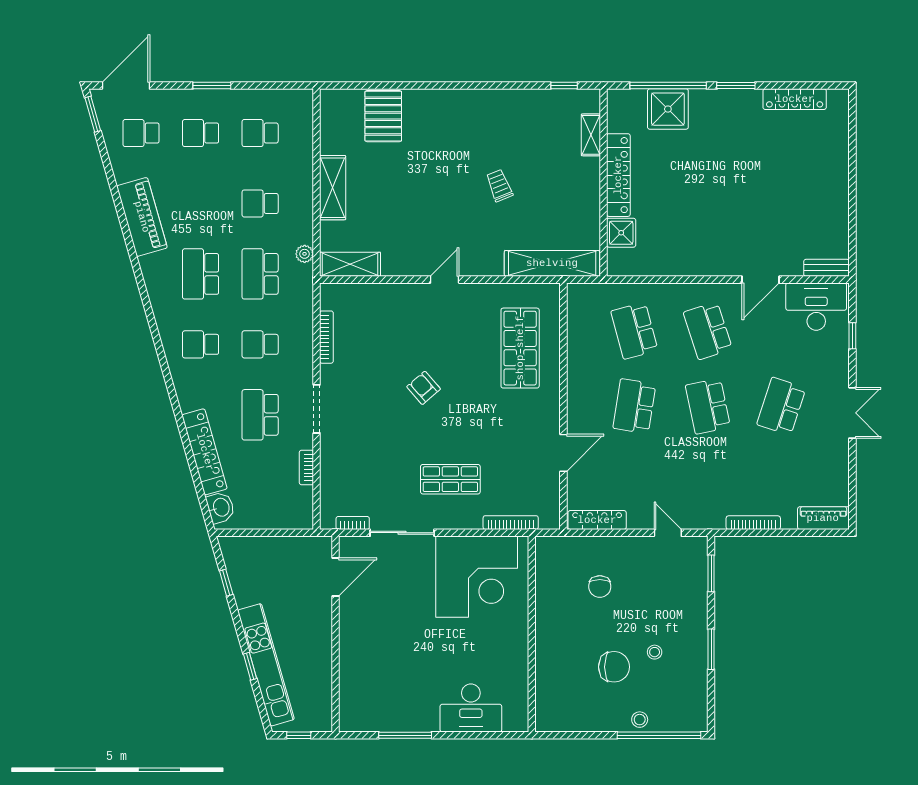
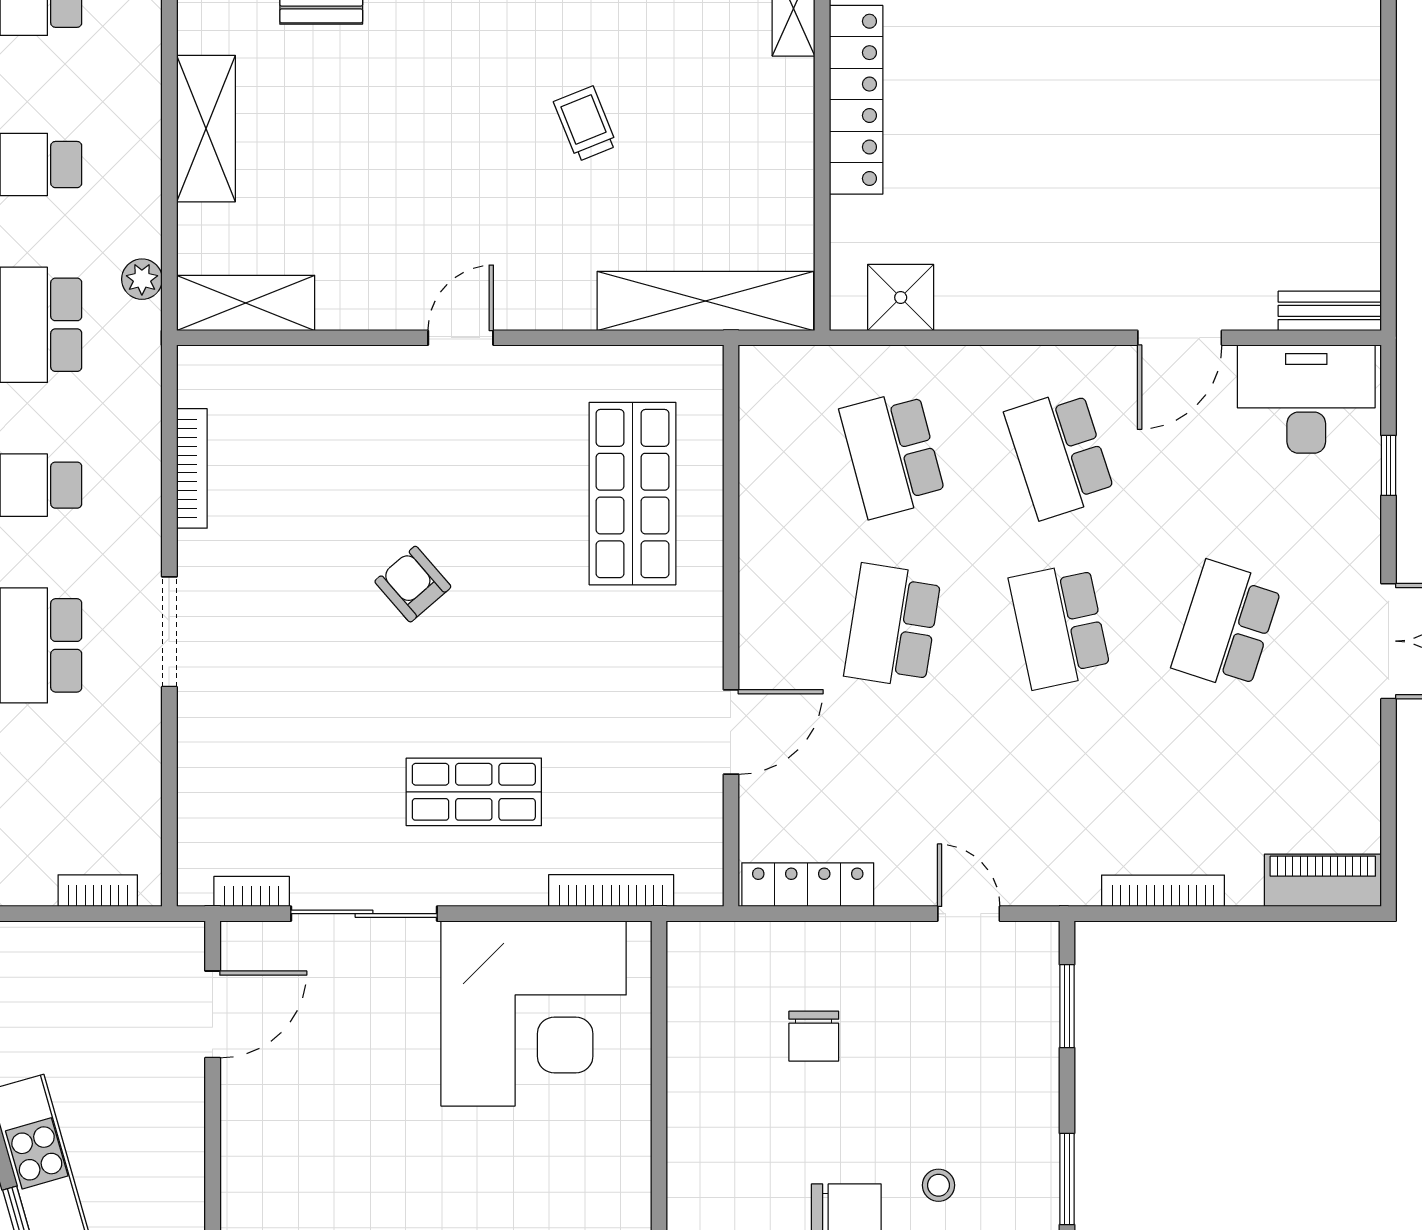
shower: (621, 233) -> (901, 297), moved
bookcase: (306, 467) -> (98, 891), moved, turned 90

